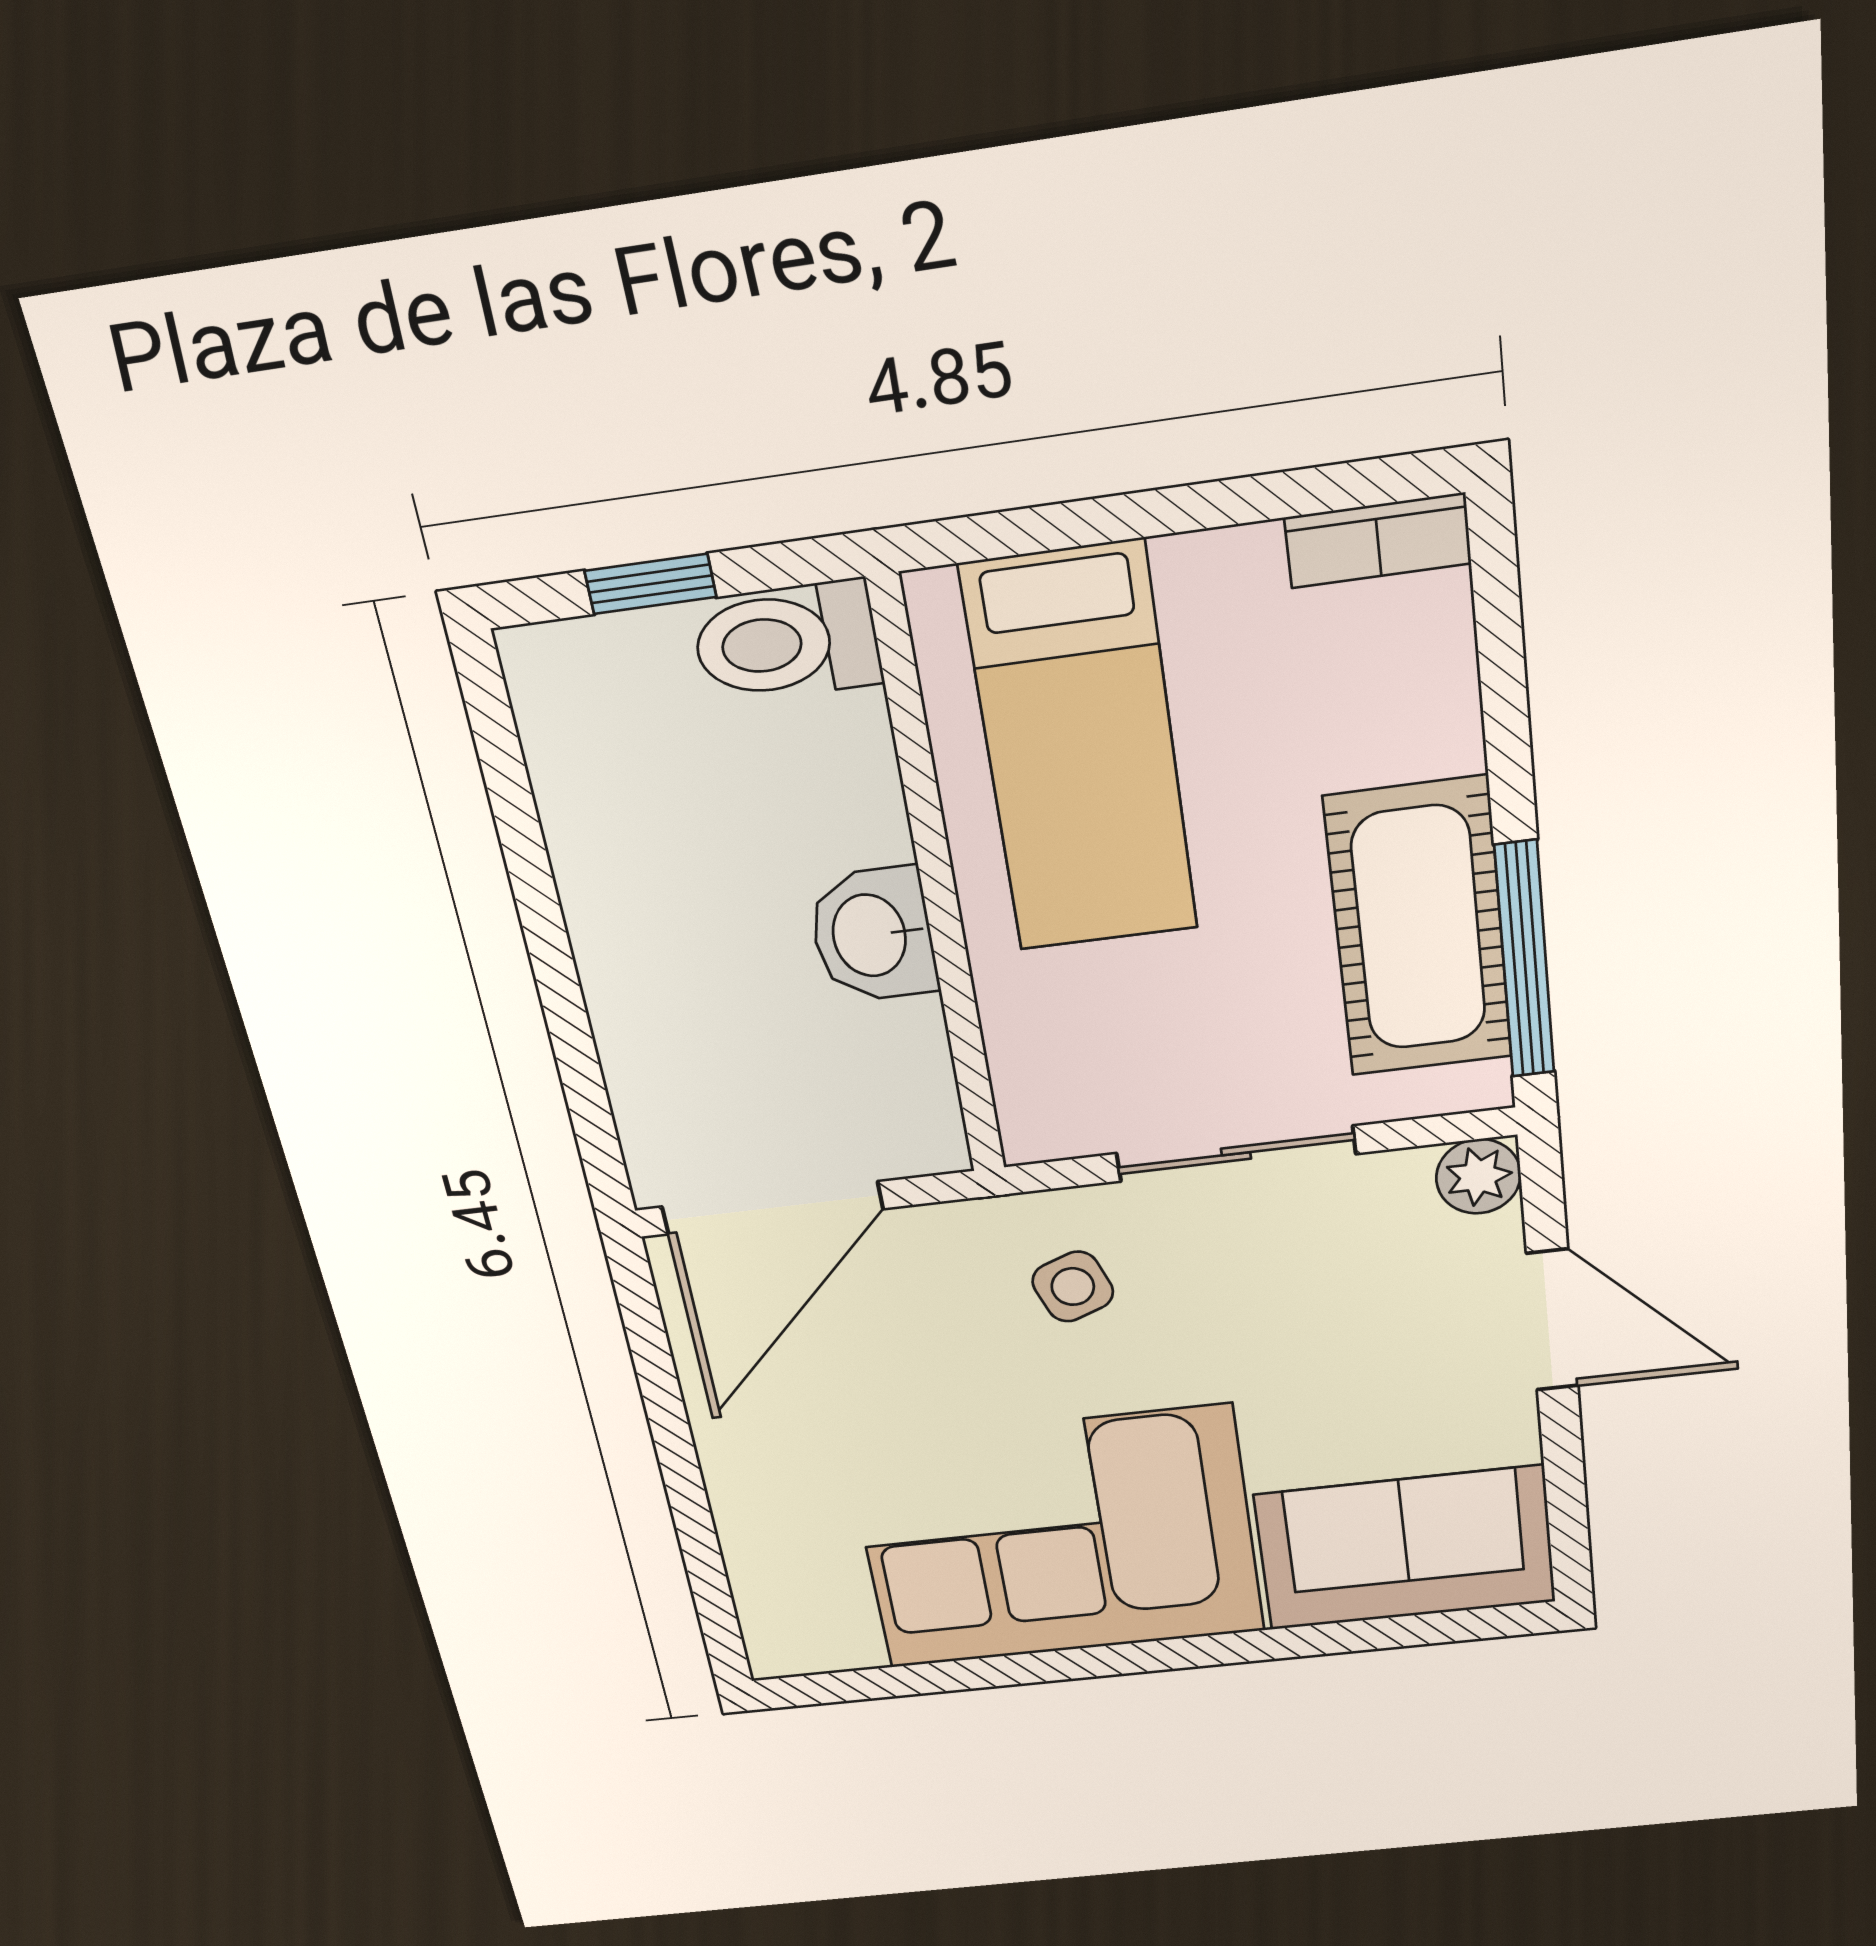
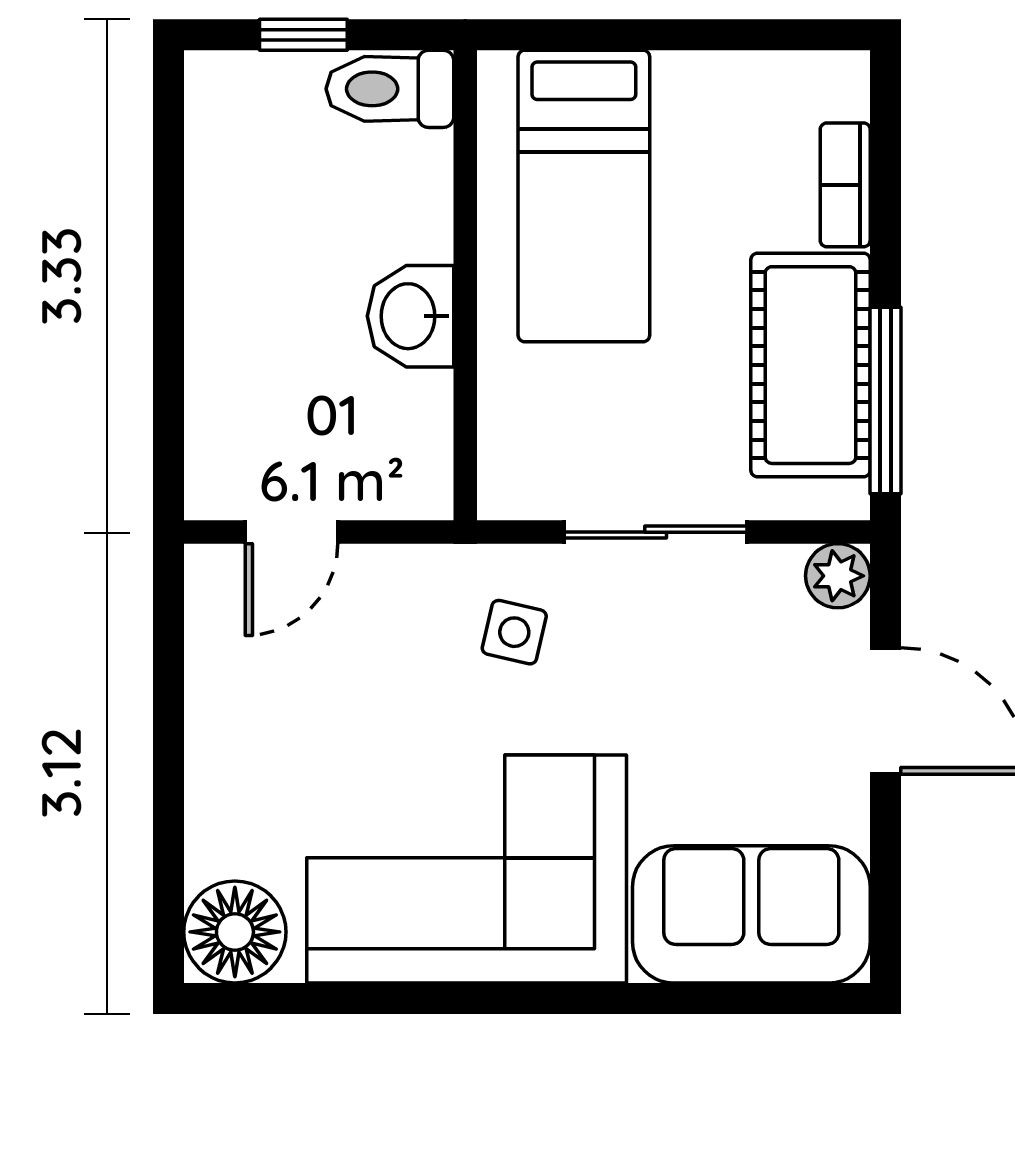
bookcase: (1378, 540) -> (845, 185), moved, turned 90
door: (772, 1208) -> (292, 532), width x0.53
side table: (1073, 1287) -> (514, 632), turned 34
floor lamp: (799, 1627) -> (235, 932), added

